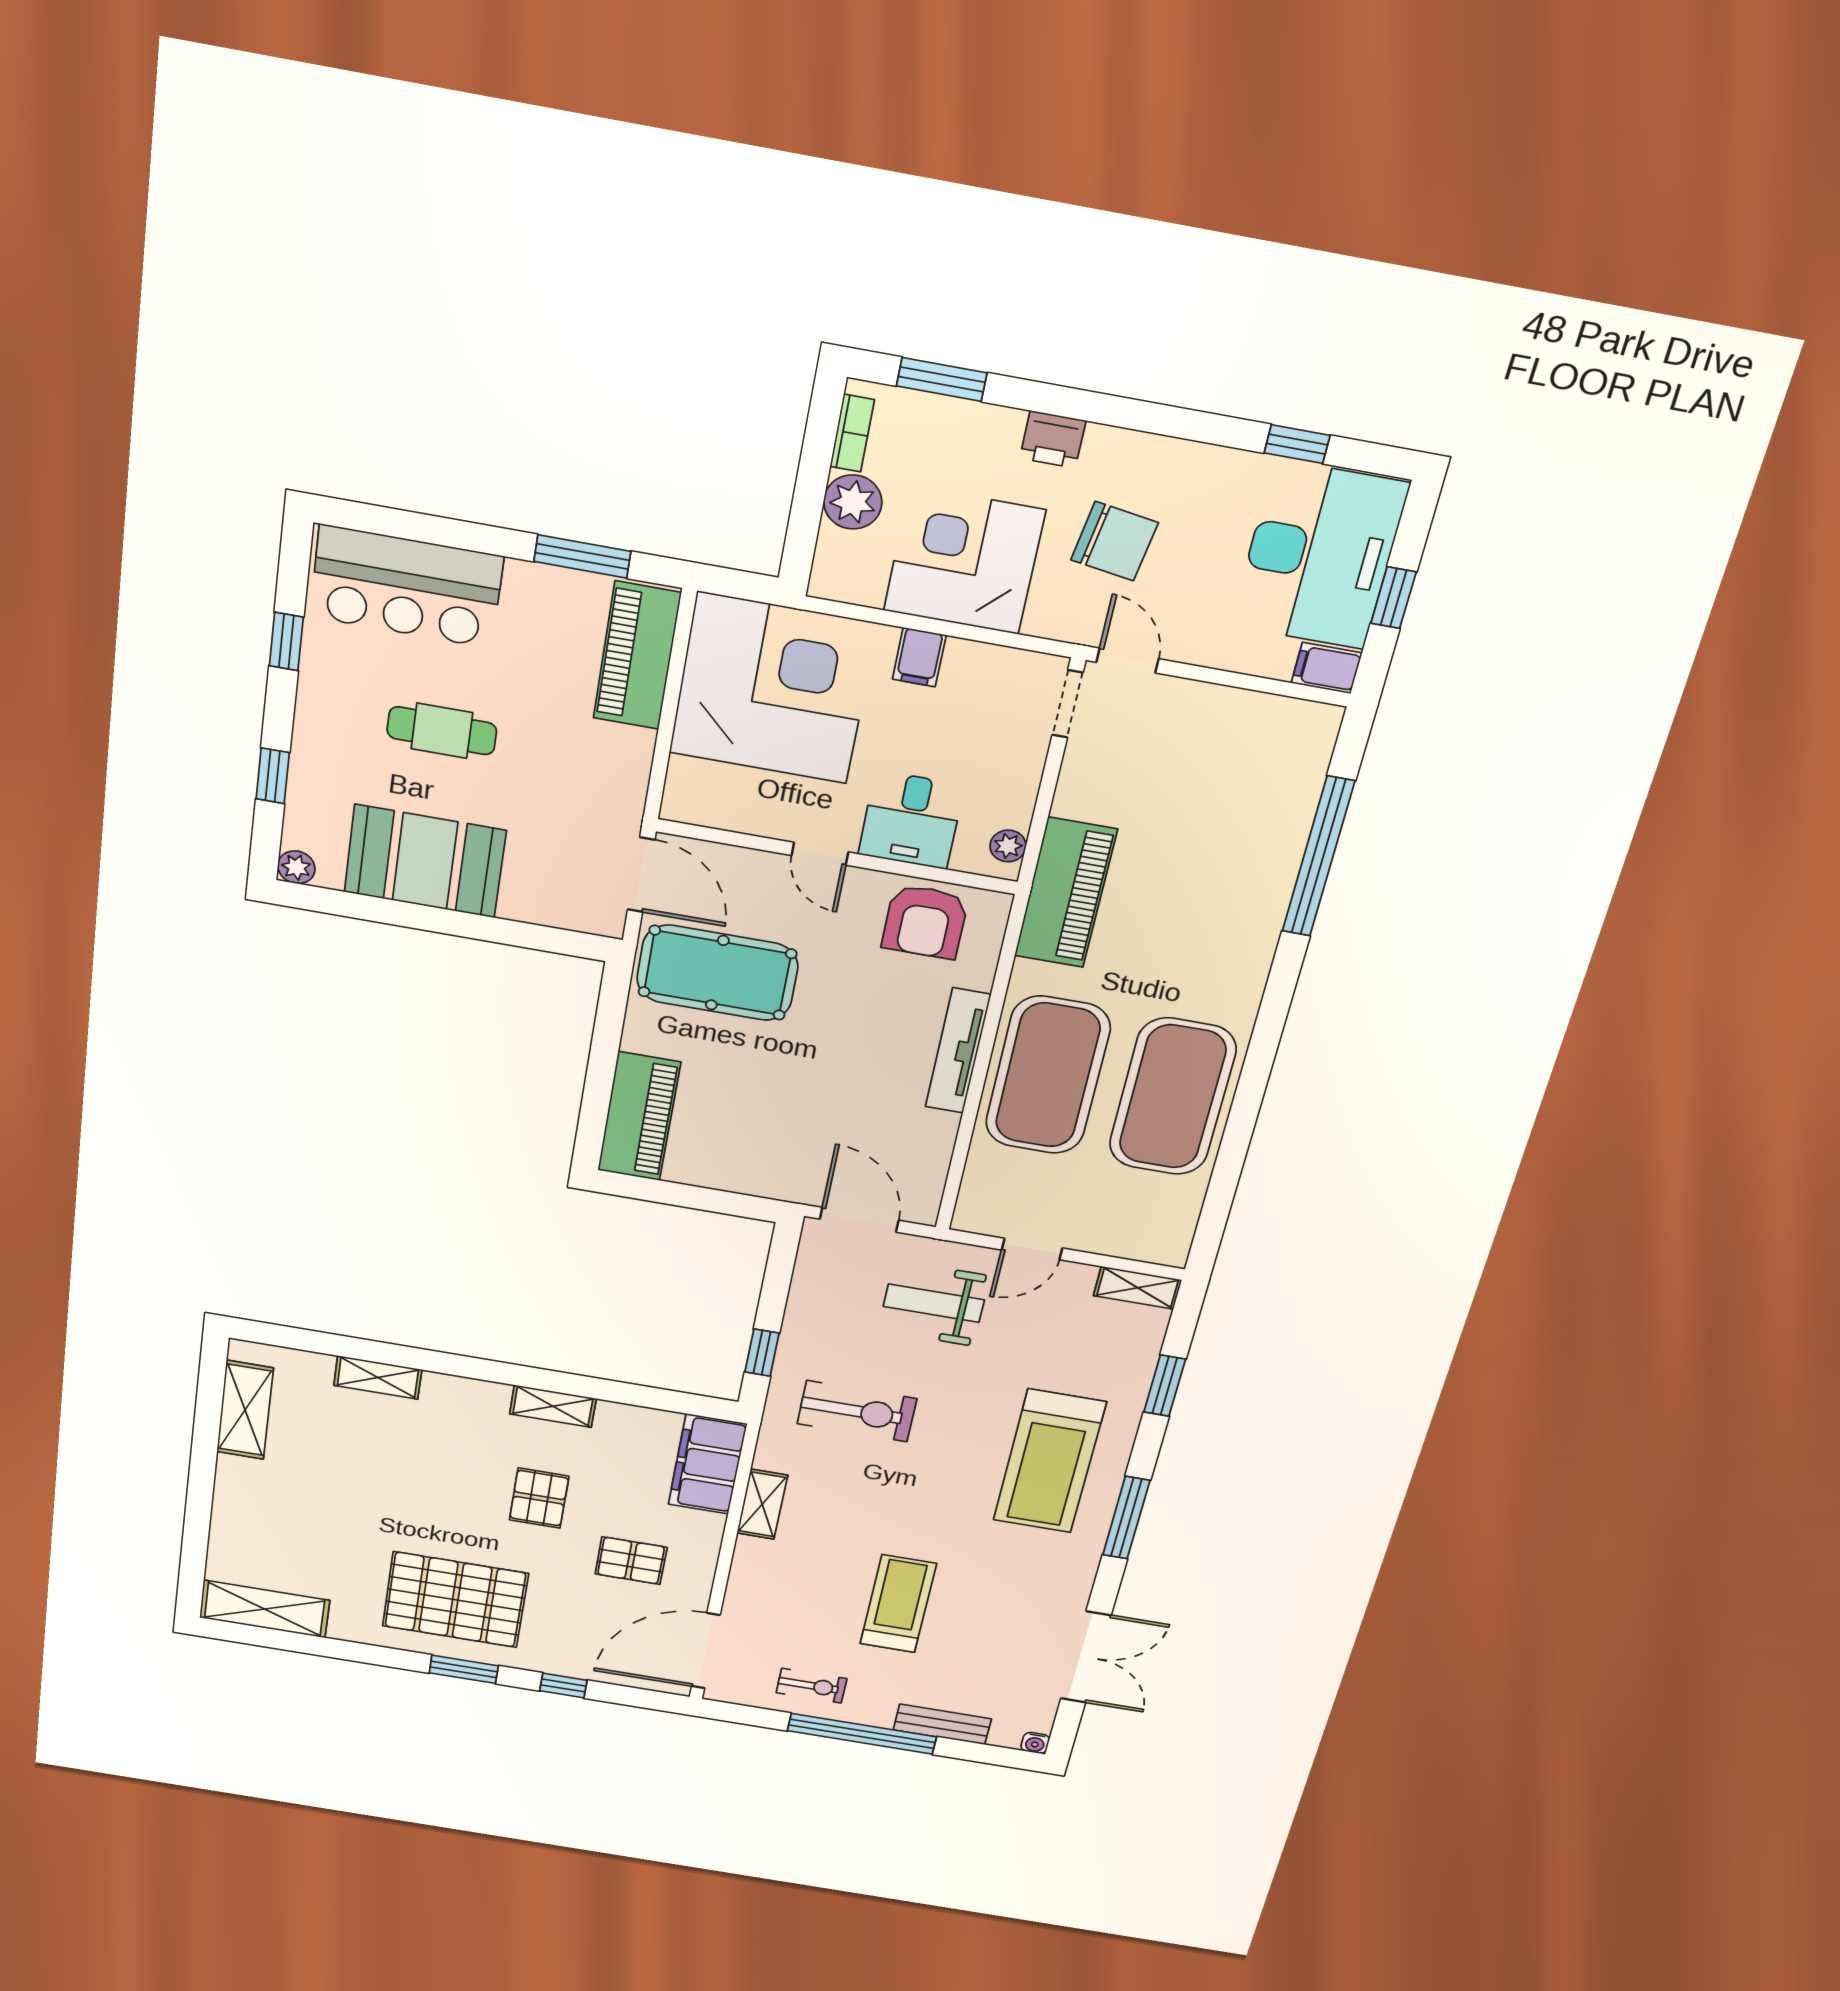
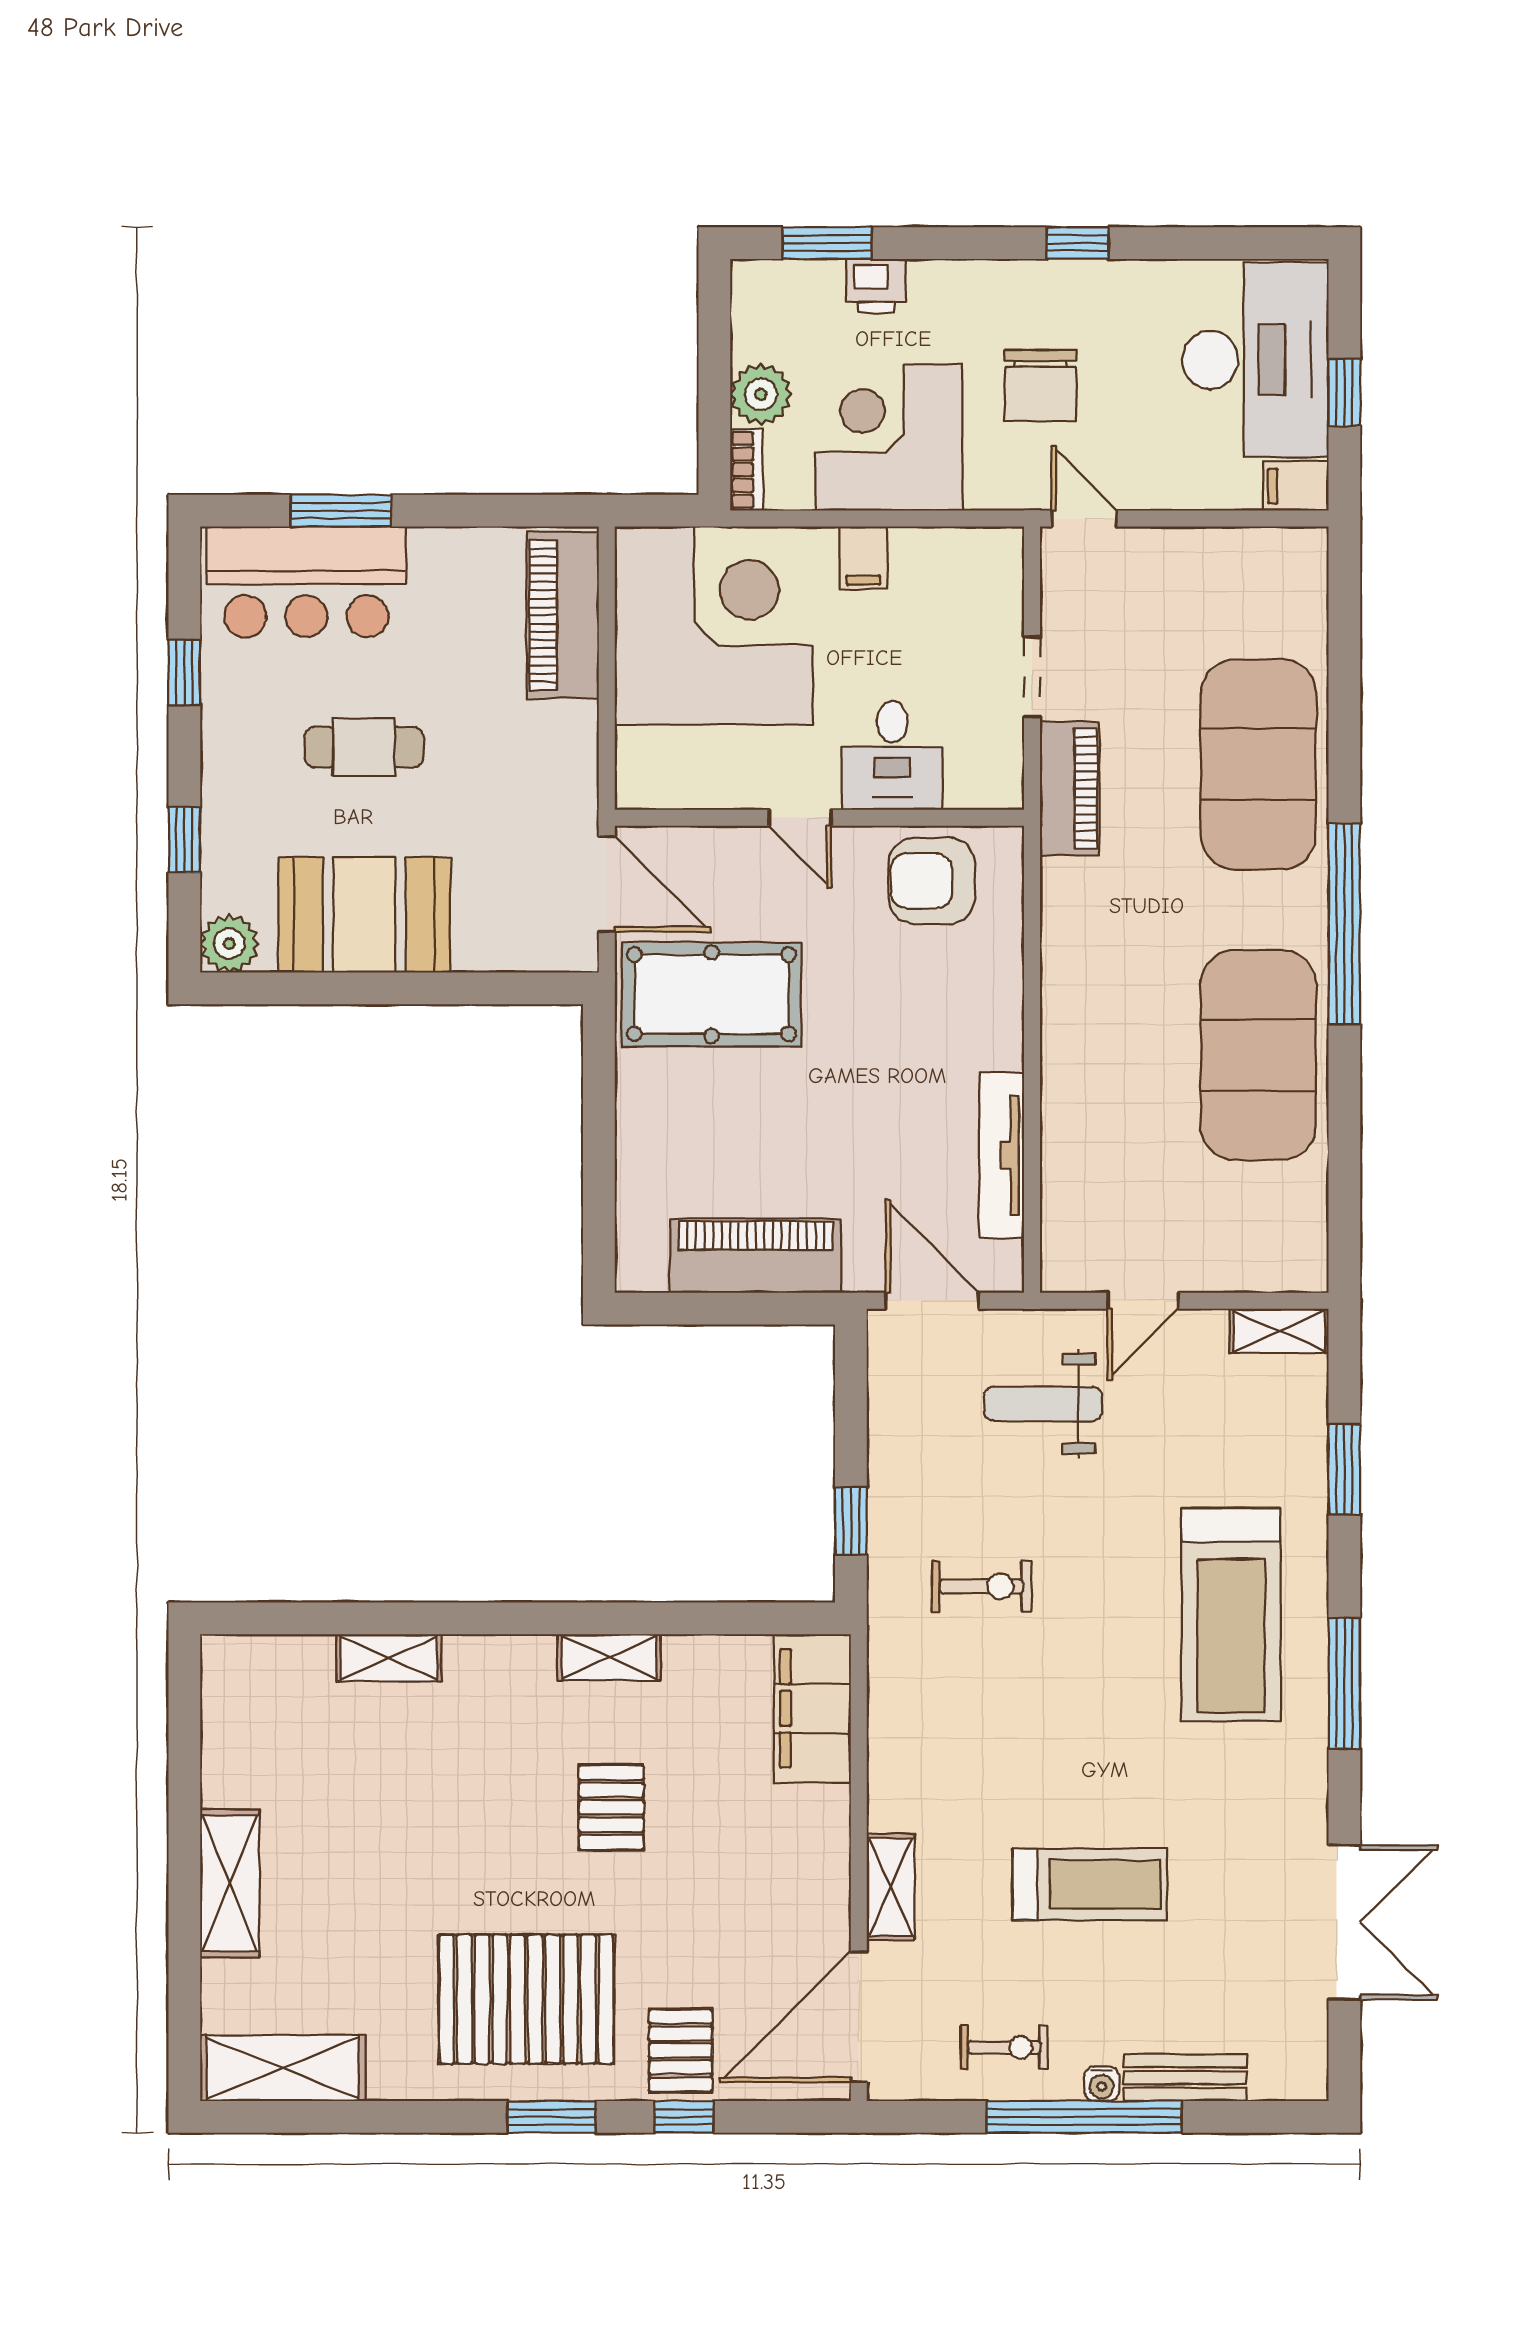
bookcase: (852, 433) -> (747, 470), moved
printer: (1053, 439) -> (876, 286), moved
window: (1297, 444) -> (1078, 243), moved
chair: (1114, 541) -> (1040, 385), turned 81
window: (582, 556) -> (341, 511), moved
doorway: (1068, 704) -> (1032, 677), moved
plant: (1008, 846) -> (1004, 767), removed
window: (1318, 857) -> (1344, 924), moved
plant: (296, 867) -> (229, 944), width x1.38, depth x1.38
piano: (1066, 893) -> (1070, 789), width x0.73, depth x0.75
armchair: (925, 922) -> (932, 881), turned 90
tv unit: (958, 1051) -> (1002, 1155), moved
exercise mat: (1048, 1075) -> (1258, 764), moved
piano: (639, 1116) -> (756, 1256), moved, turned -90
shelving: (245, 1410) -> (230, 1883), moved
exercise bike: (857, 1411) -> (981, 1586), width x0.73, depth x0.72
shelving: (762, 1504) -> (891, 1887), moved
pallet: (631, 1561) -> (681, 2051), moved, turned 90
treadmill: (898, 1604) -> (1090, 1884), turned 90
water cooler: (1035, 1743) -> (1102, 2084), moved

